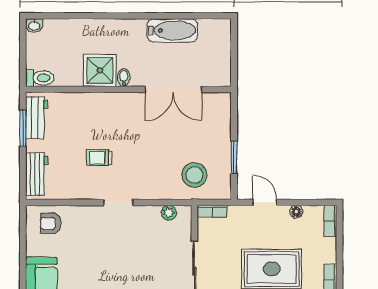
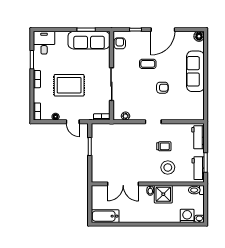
bathtub: (172, 30) -> (105, 216), moved
washing machine: (57, 31) -> (187, 216), added
double door: (173, 89) -> (123, 184), swing flipped
stool: (194, 175) -> (168, 168), moved
armchair: (51, 223) -> (162, 88), moved

